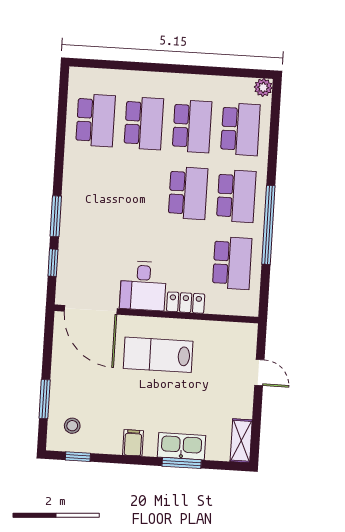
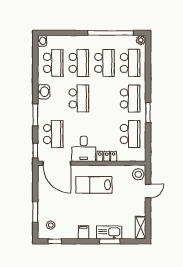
window: (207, 71) -> (111, 33), added
washbasin: (77, 77) -> (42, 41), added
washbasin: (74, 174) -> (44, 92), added
school desk: (188, 193) -> (79, 98), moved
window: (268, 225) -> (148, 113), width x0.47
school desk: (87, 254) -> (53, 134), added
window: (53, 263) -> (35, 150), moved
stool: (243, 340) -> (138, 174), added
door: (259, 372) -> (148, 191), hinge flipped

